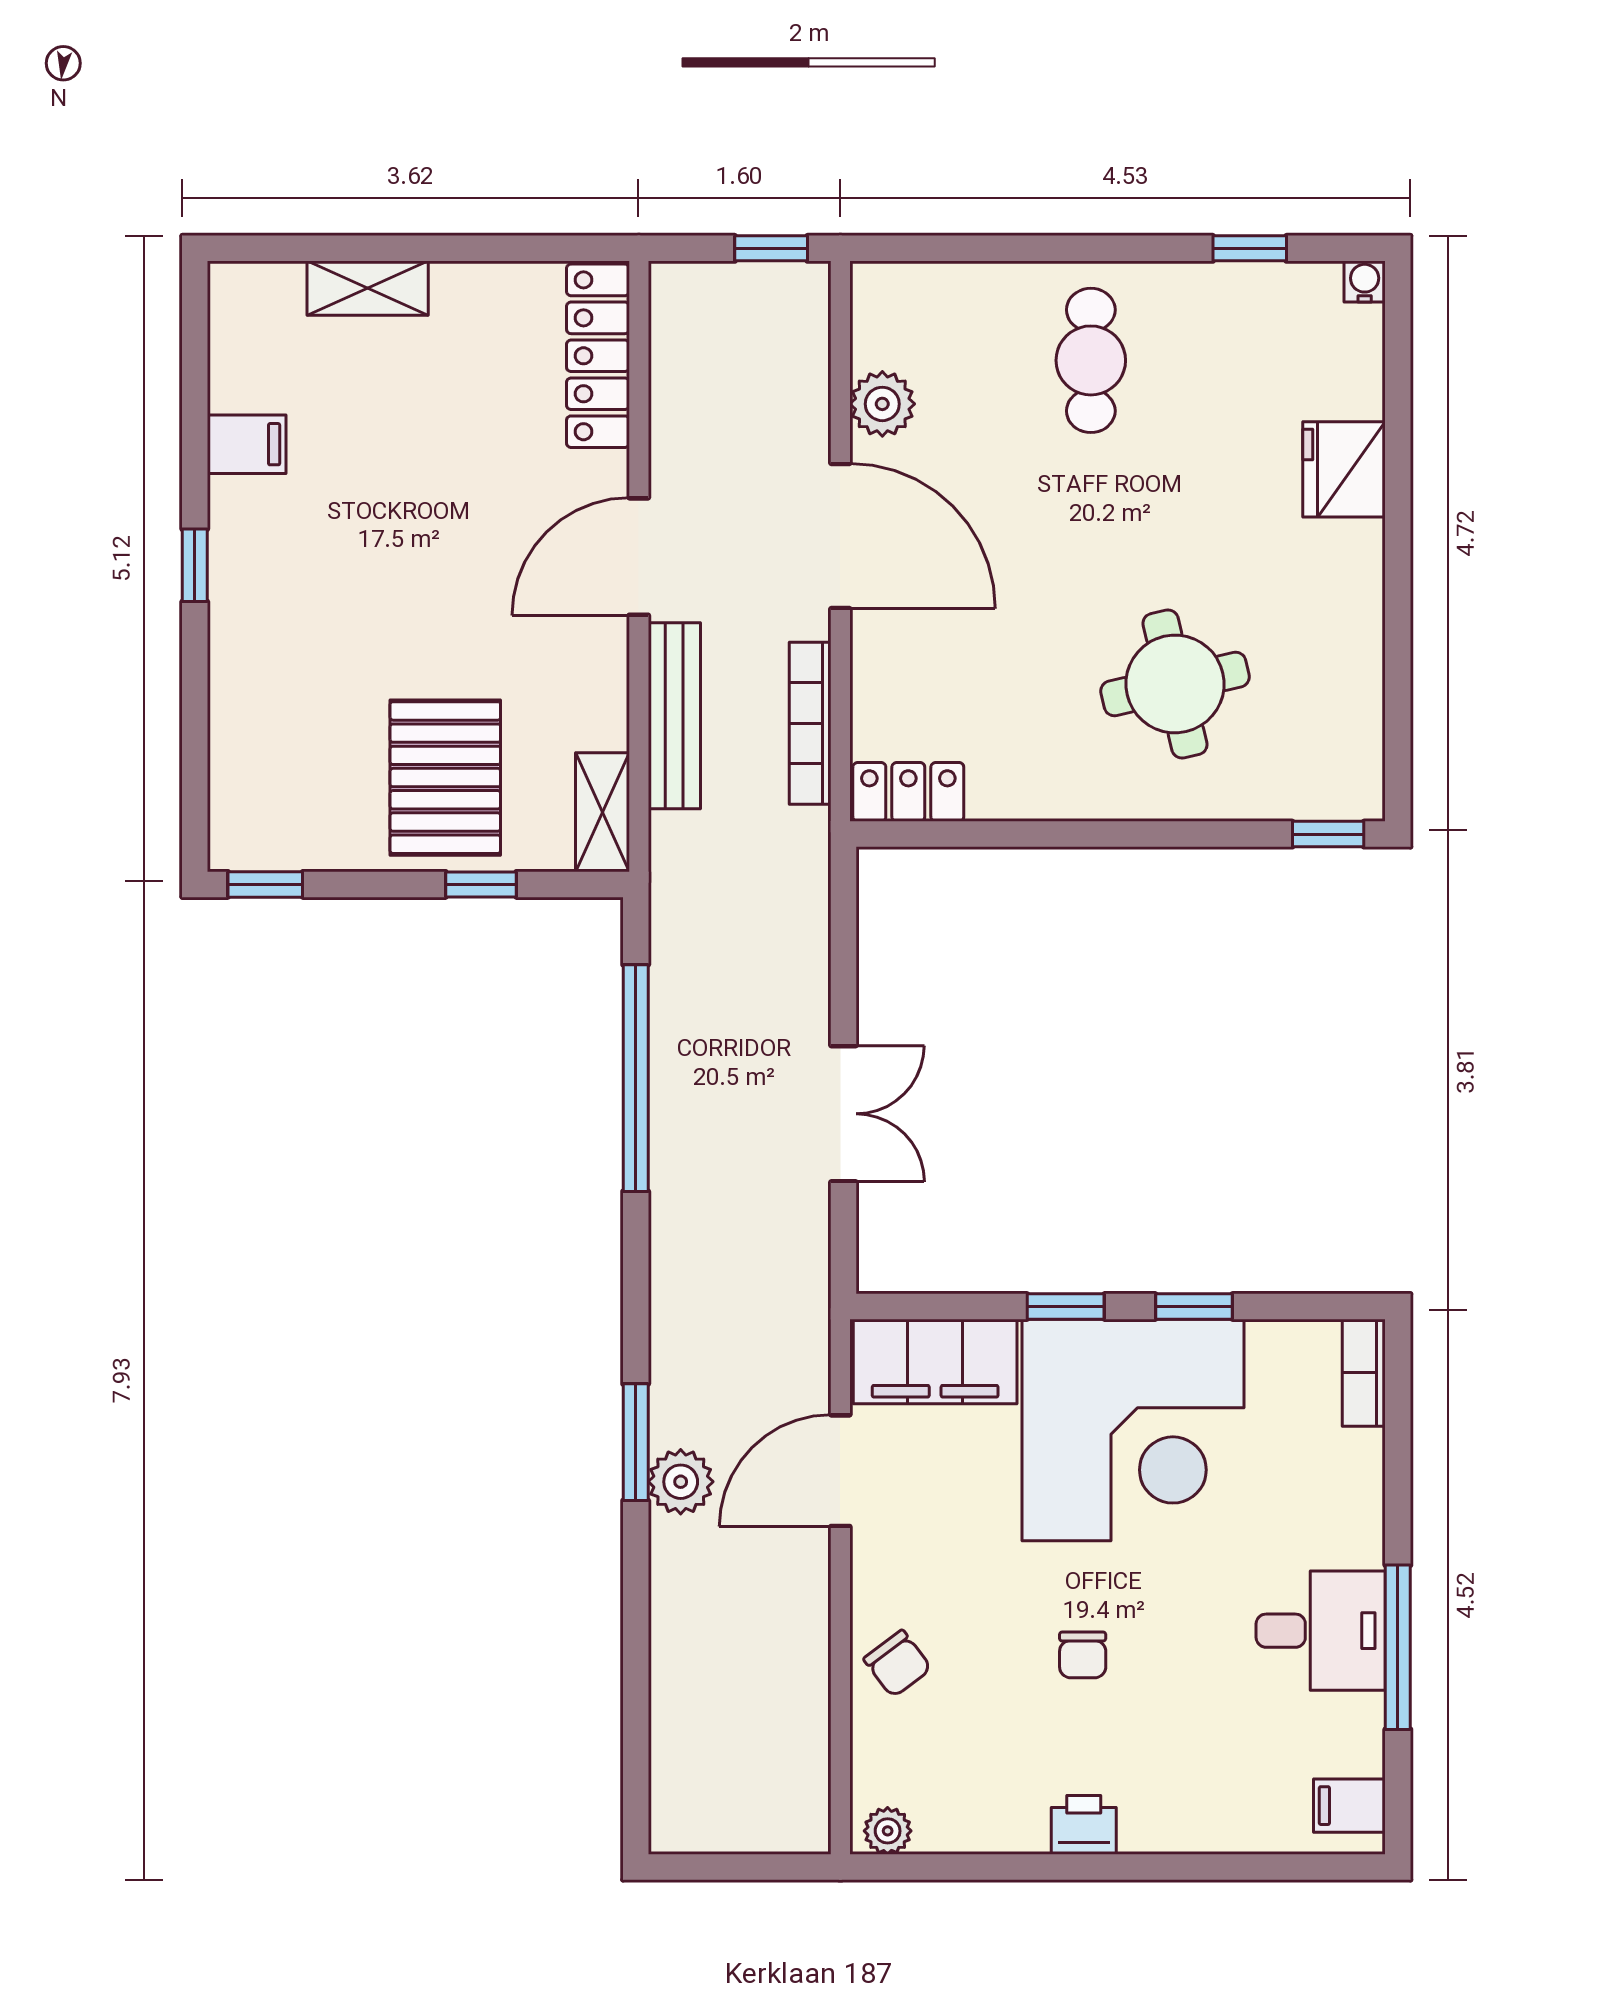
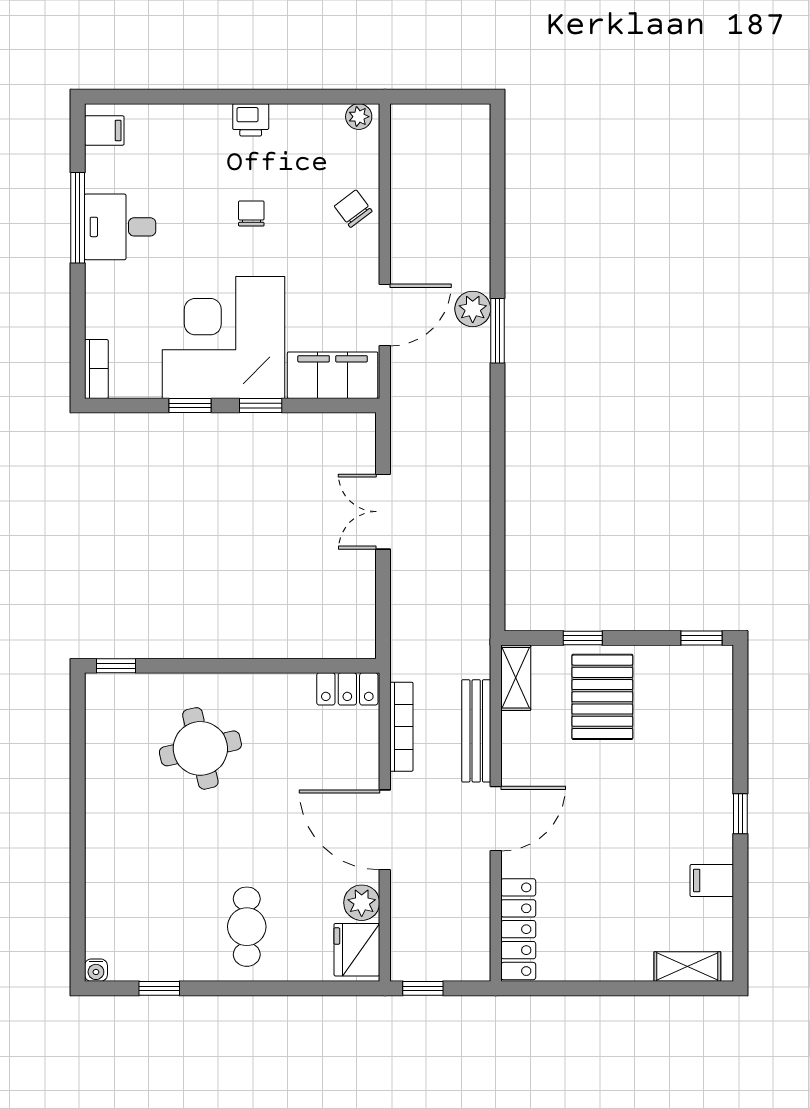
shelving: (368, 288) -> (687, 967), moved
fridge: (1344, 469) -> (357, 950), moved, turned 180
window: (636, 1078) -> (498, 531), removed

